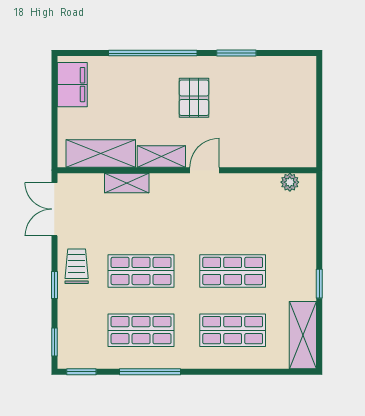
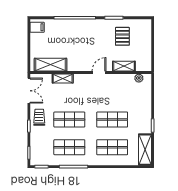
filing cabinet: (72, 85) -> (37, 27), width x0.50
pallet: (194, 98) -> (122, 36), moved
shelving: (161, 157) -> (124, 66), moved
double door: (54, 209) -> (29, 91), swing flipped

